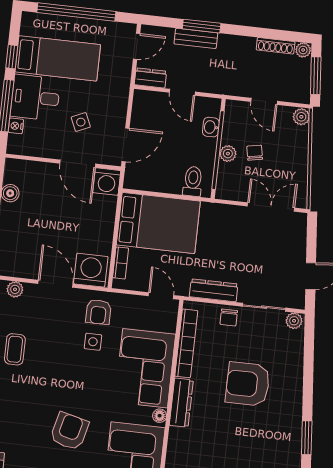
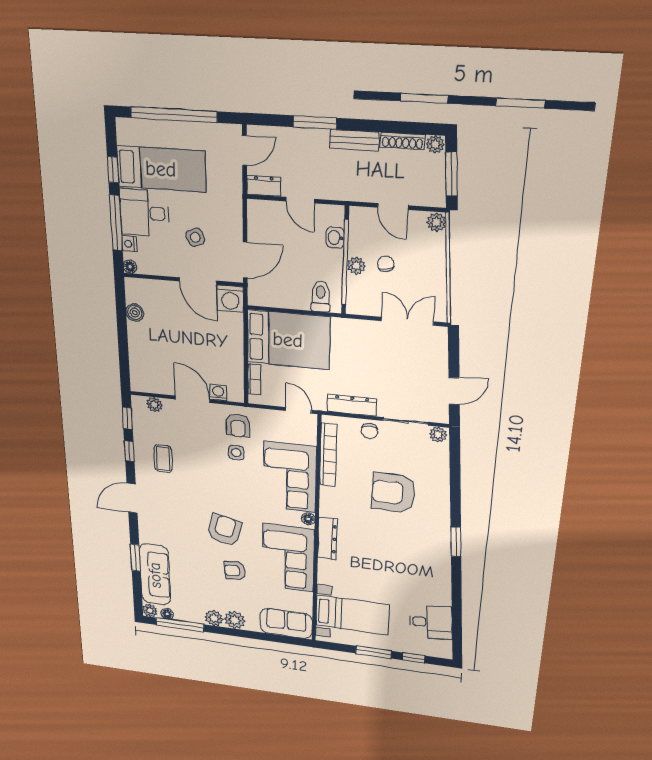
bench: (196, 38) -> (354, 140), moved
floor lamp: (13, 148) -> (130, 267), added
washing machine: (91, 270) -> (218, 392), width x0.53, depth x0.53
dresser: (181, 403) -> (327, 539), moved

